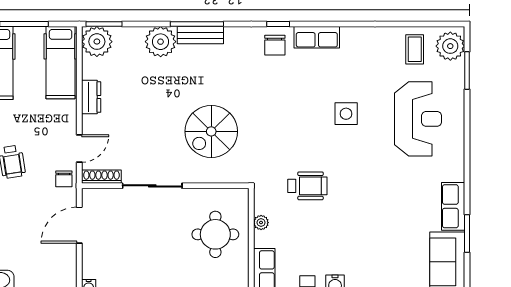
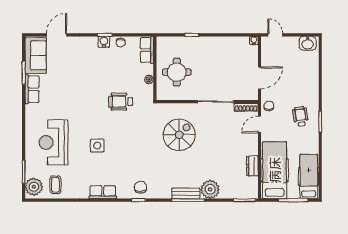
row of seats: (317, 37) -> (103, 192), moved
plant: (97, 42) -> (249, 189), removed
hospital bed: (61, 63) -> (275, 170), width x1.37, depth x1.29
dresser: (91, 97) -> (252, 166), moved

